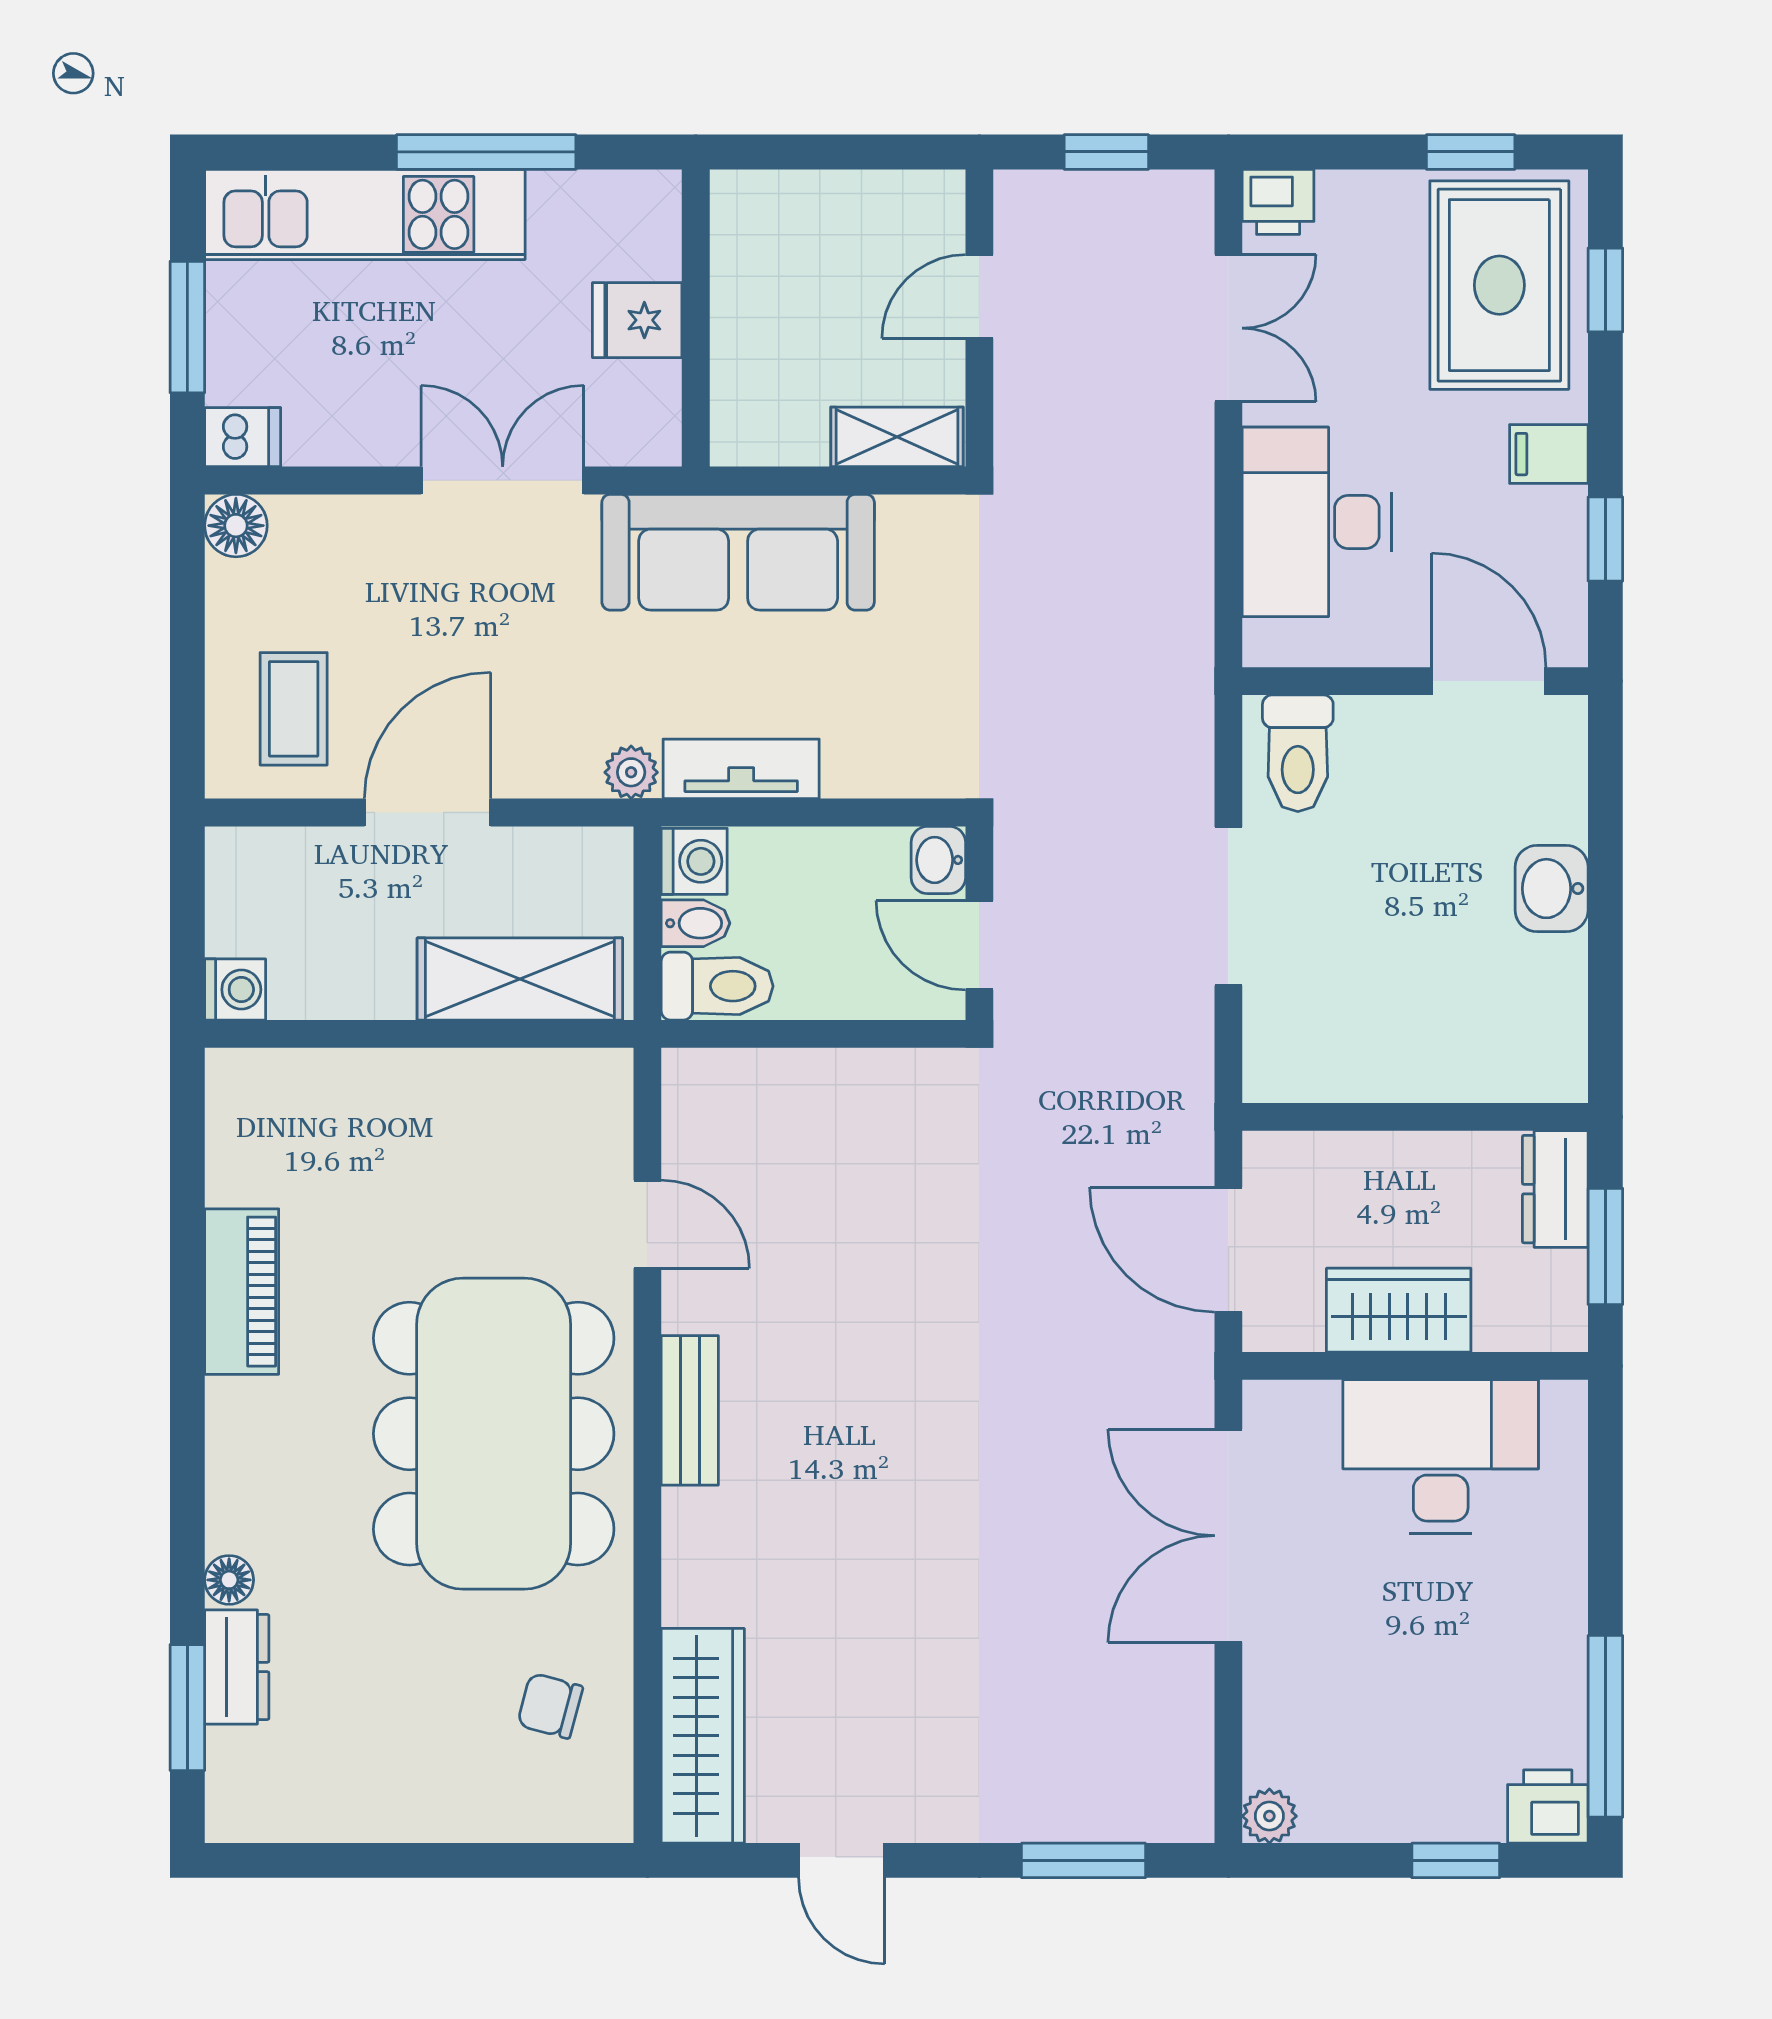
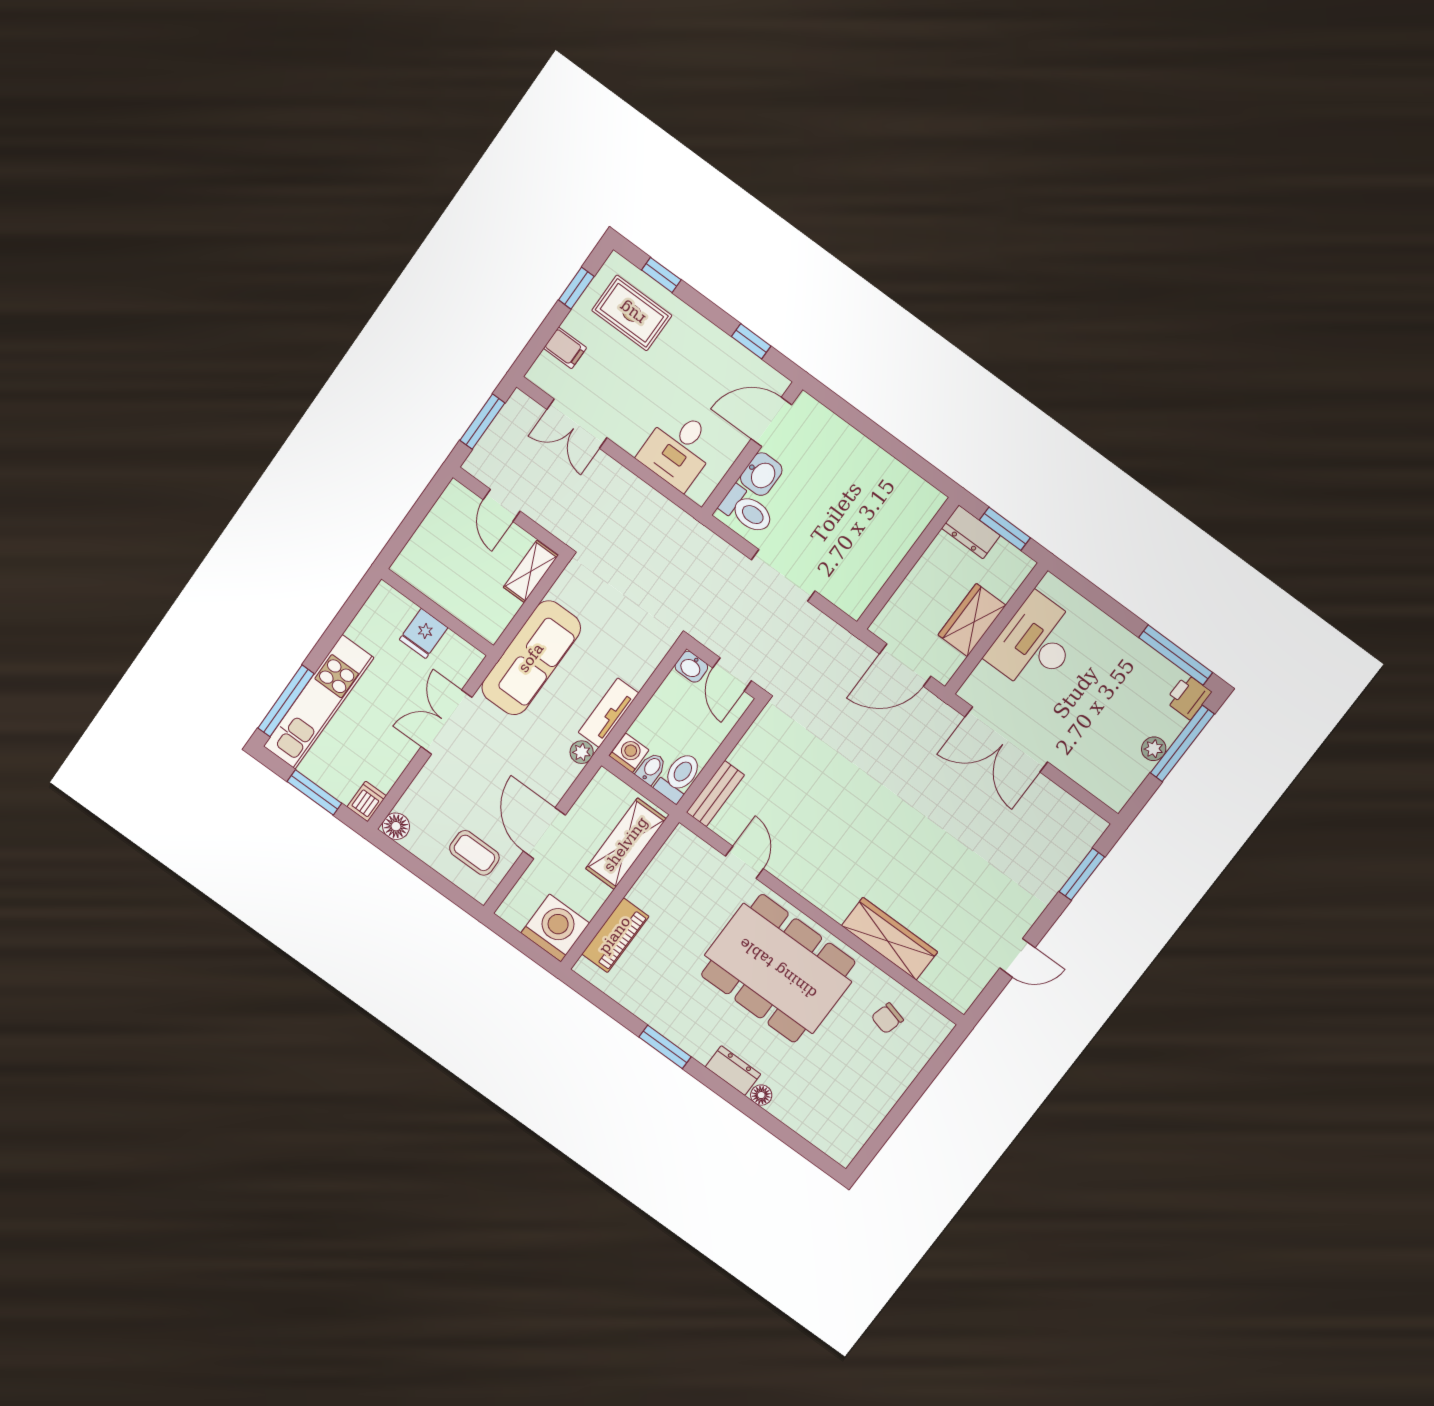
window: (486, 152) -> (286, 701), moved
window: (1106, 152) -> (482, 422), width x1.50
printer: (1278, 202) -> (544, 372), removed
rug: (1499, 285) -> (632, 313), width x0.73, depth x0.70
double door: (1228, 328) -> (577, 424), swing flipped
filing cabinet: (1549, 454) -> (565, 348), moved, turned -90
desk: (1317, 522) -> (678, 449), width x0.73
washbasin: (1552, 889) -> (761, 474), moved, turned -90
door: (979, 945) -> (732, 674), hinge flipped
washing machine: (235, 990) -> (555, 928), width x1.89, depth x1.89
door: (647, 1224) -> (744, 862), hinge flipped
piano: (242, 1292) -> (615, 935), moved, turned 90
bench: (690, 1410) -> (715, 794), moved, turned 90
dresser: (237, 1667) -> (733, 1071), moved
window: (187, 1708) -> (665, 1047), moved
wardrobe: (703, 1736) -> (890, 939), moved
plant: (1269, 1816) -> (1154, 749), moved
window: (1456, 1860) -> (1182, 743), width x2.17

